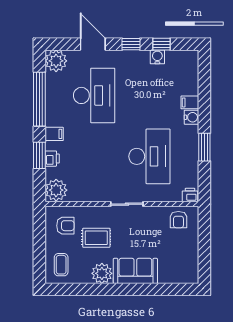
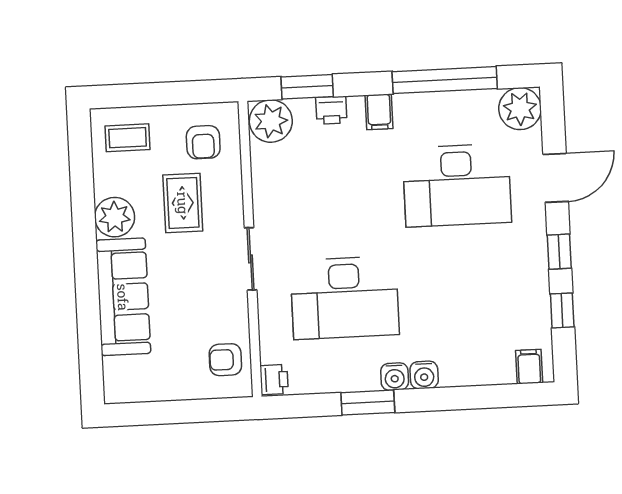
water cooler: (157, 57) -> (395, 377), moved, turned 90
filing cabinet: (190, 102) -> (529, 367), moved
window: (39, 155) -> (307, 87), moved
sofa: (135, 271) -> (123, 297), width x1.36

